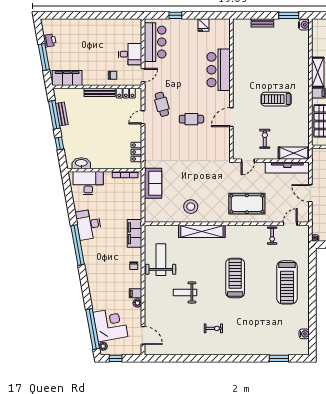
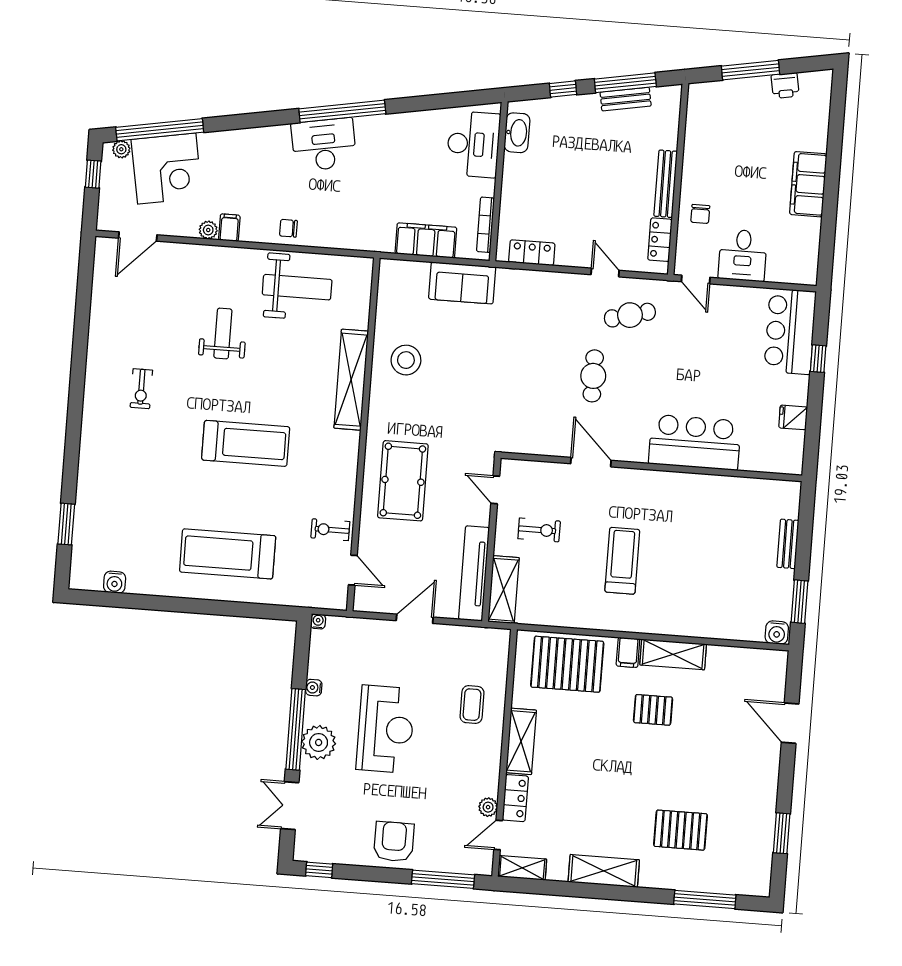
bar counter: (155, 42) -> (790, 331), moved, turned 90
filing cabinet: (67, 78) -> (808, 184), moved, turned 180
desk: (89, 224) -> (324, 145), moved
filing cabinet: (135, 233) -> (426, 240), moved

